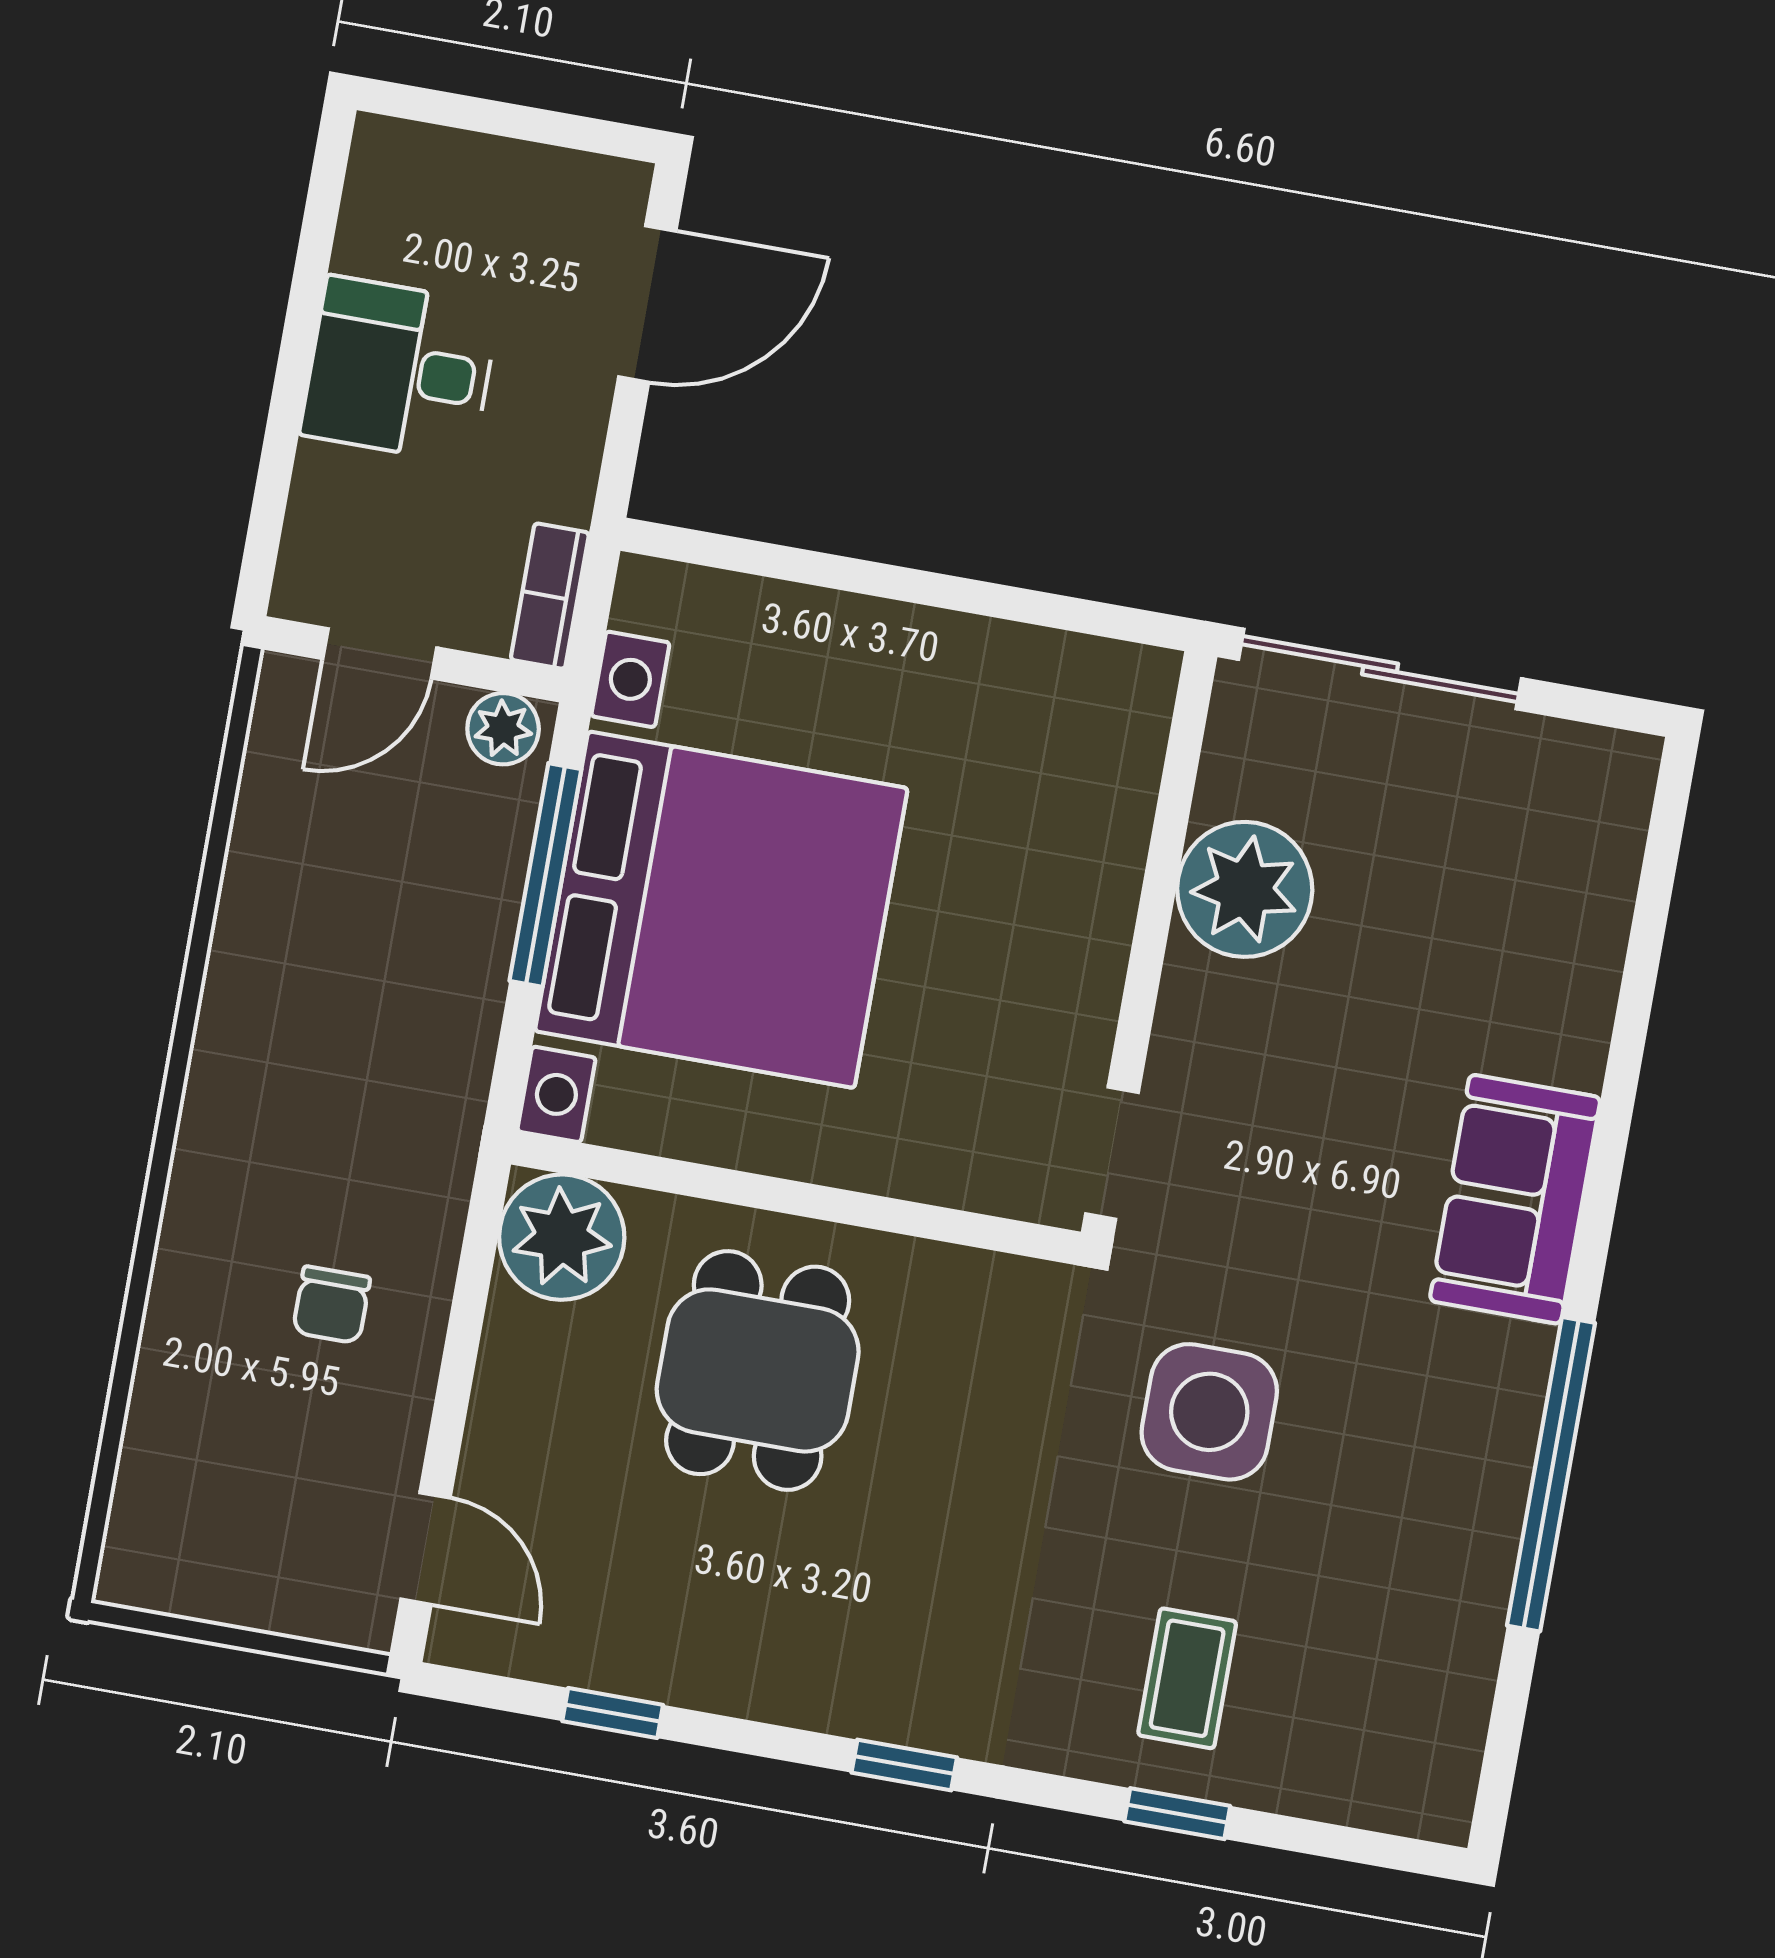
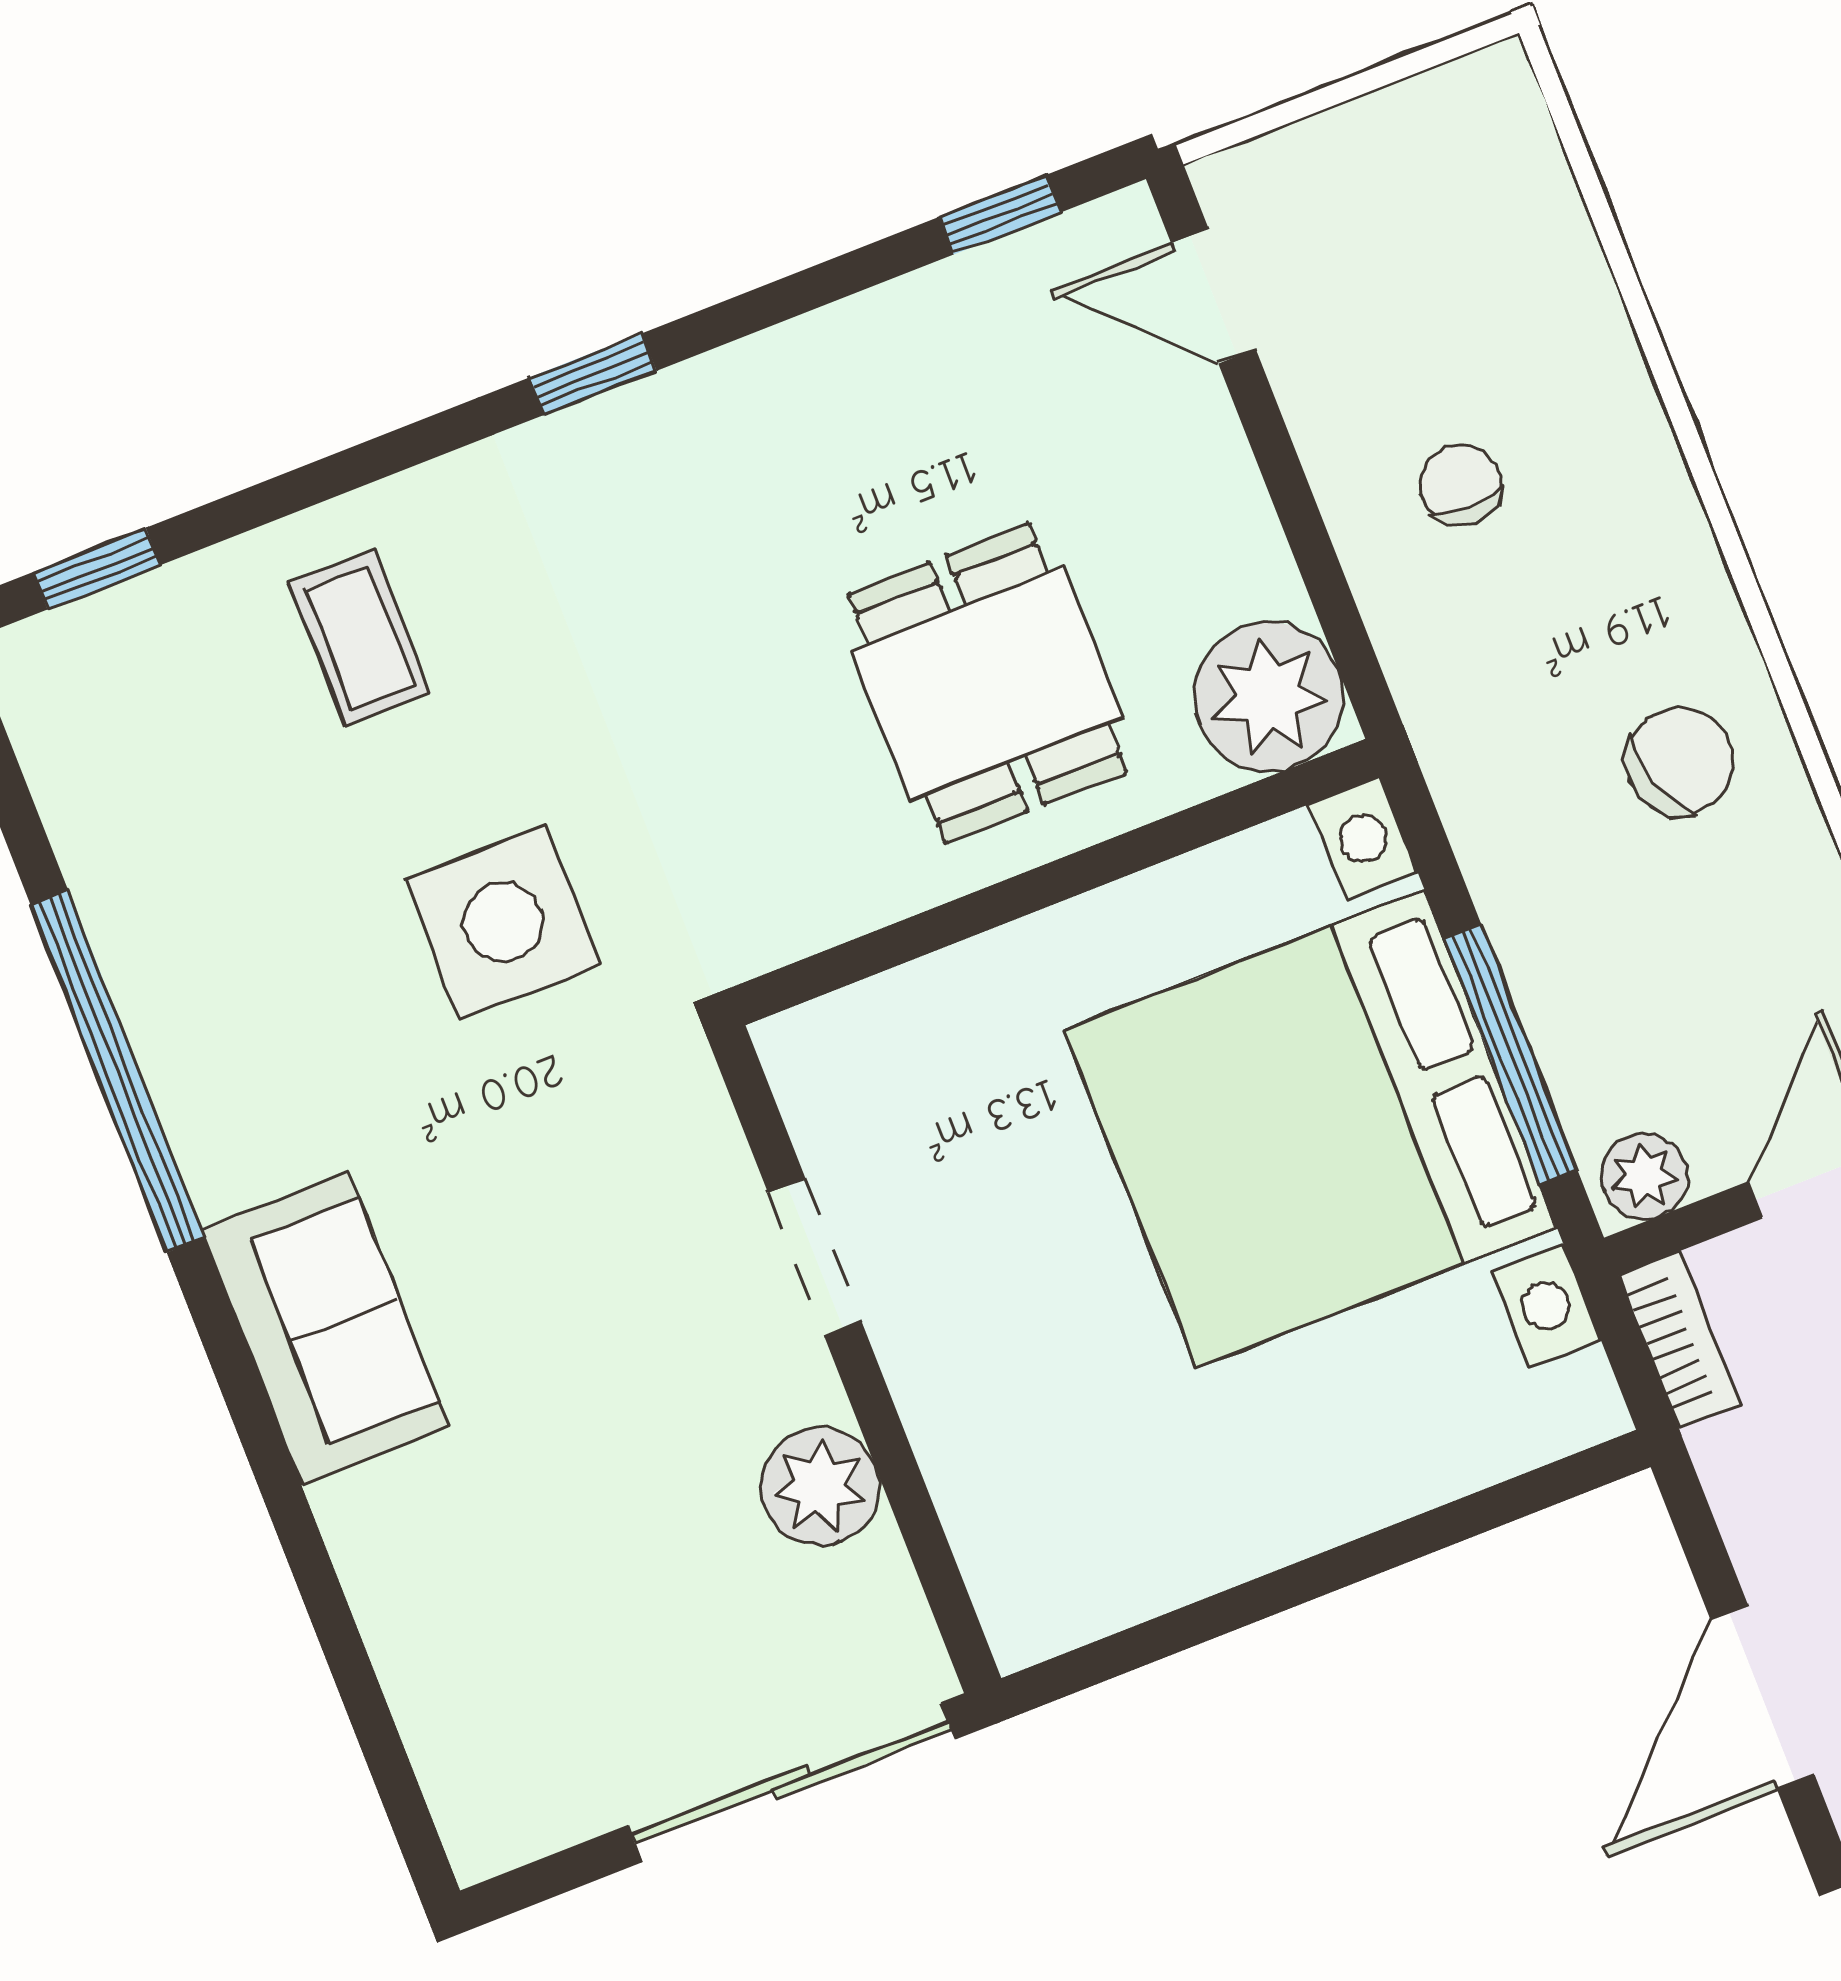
plant: (1245, 889) -> (820, 1486), width x0.73, depth x0.73
chair: (296, 1010) -> (1680, 762), added
doorway: (1112, 1153) -> (815, 1257), moved
window: (613, 1713) -> (1000, 215), moved
window: (1177, 1814) -> (97, 569), moved

